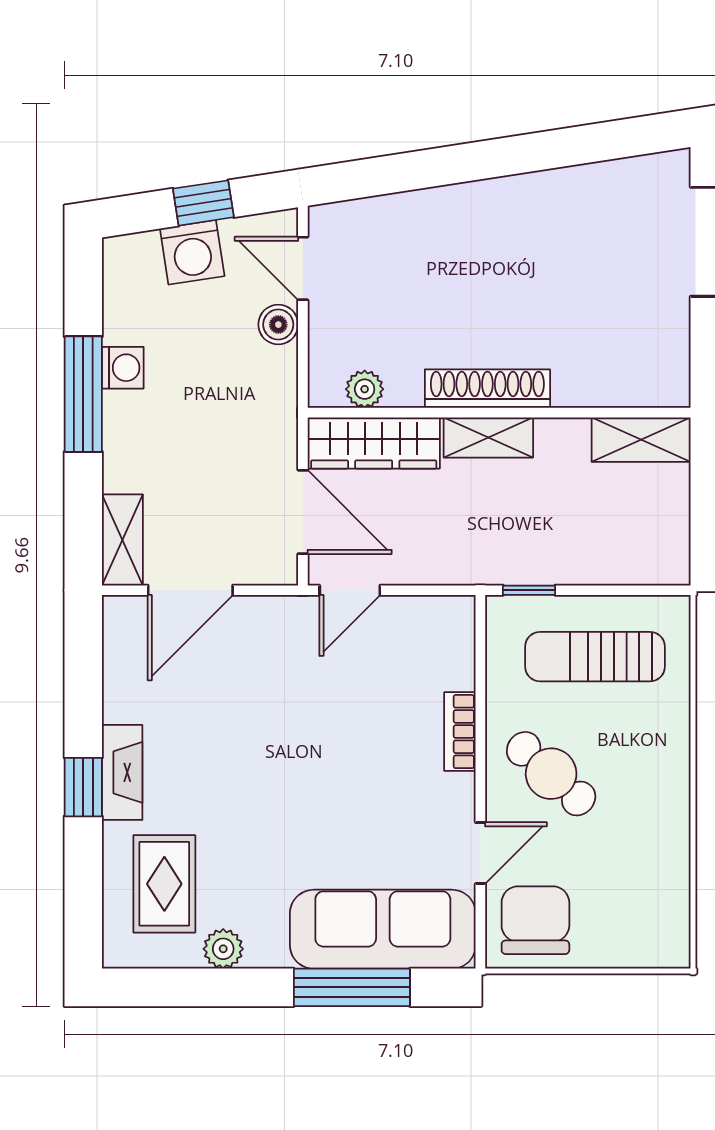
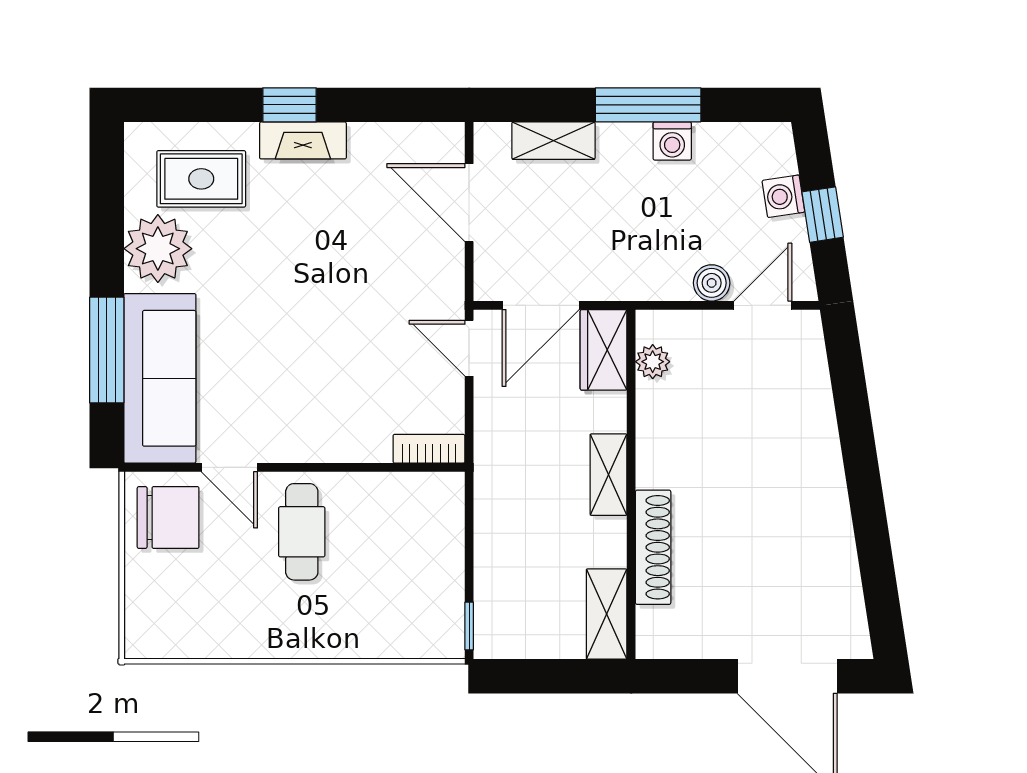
washing machine: (192, 252) -> (783, 196), width x0.73, depth x0.73
shoe rack: (487, 389) -> (653, 547), moved
wardrobe: (374, 443) -> (604, 350), width x0.67
shelving: (122, 540) -> (553, 141), moved
window: (529, 590) -> (469, 626), moved
sun lounger: (595, 657) -> (409, 572), removed
bookcase: (460, 732) -> (429, 449), moved
cafe table: (551, 774) -> (302, 532), turned -42
plant: (223, 949) -> (158, 249), width x1.88, depth x1.88

